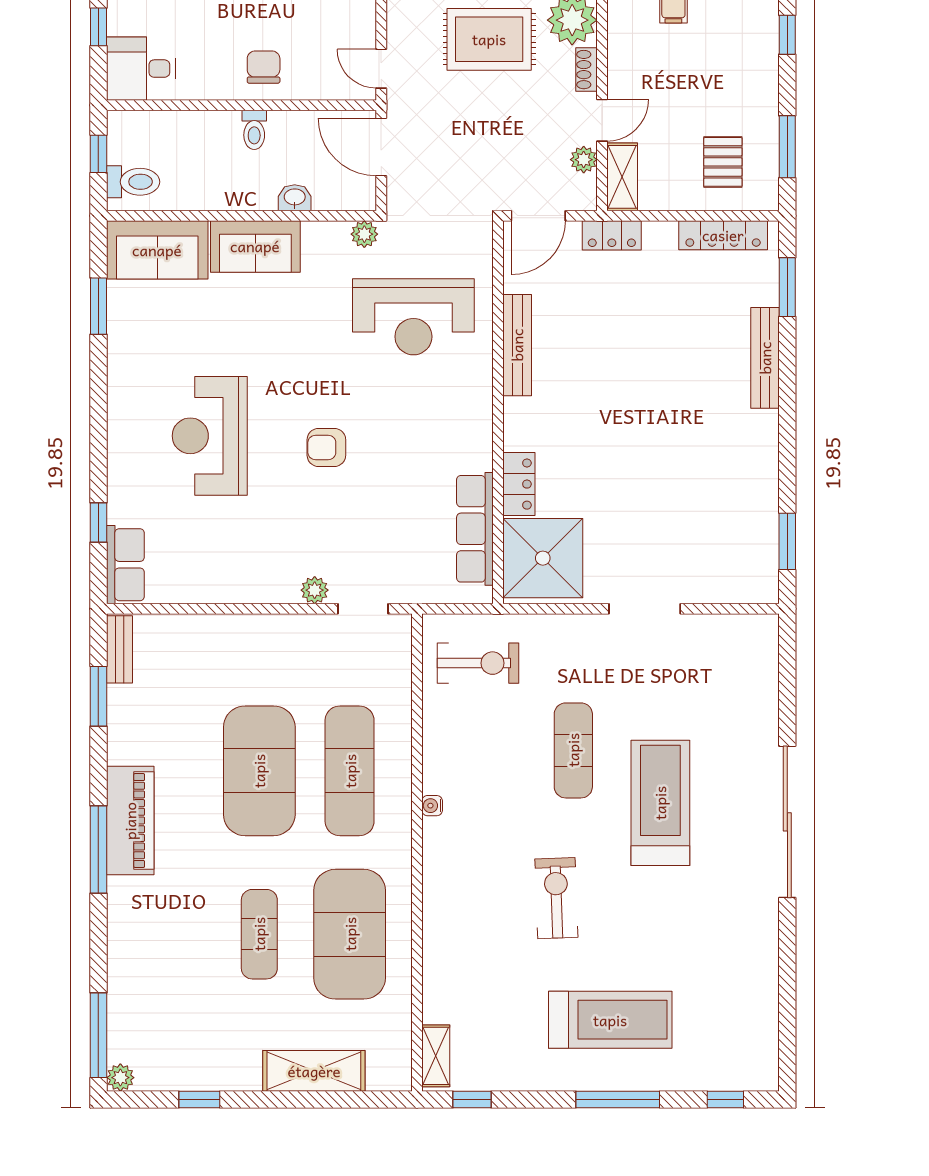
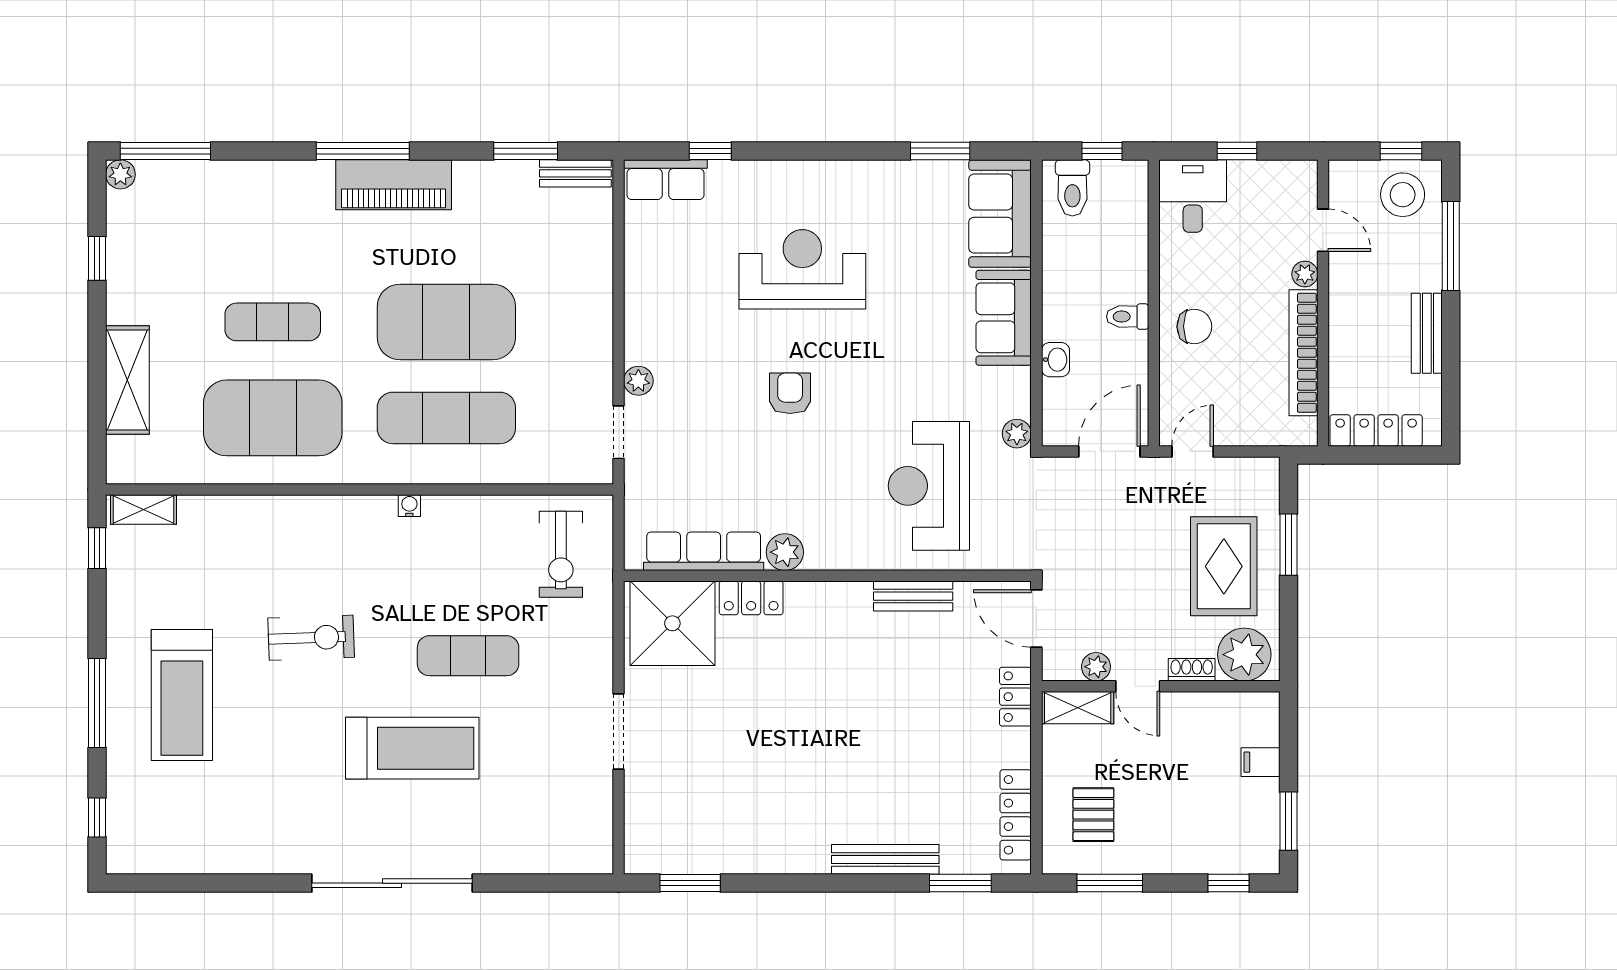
pallet: (723, 162) -> (1093, 815), turned 90
bench: (517, 345) -> (913, 596), width x0.73
plant: (476, 452) -> (785, 552), added

